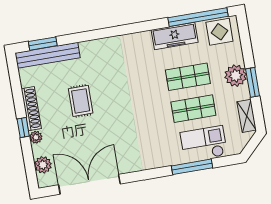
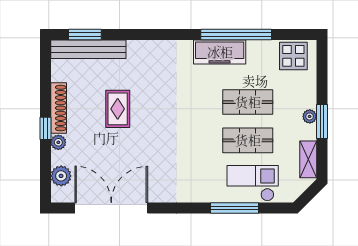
window: (198, 17) -> (236, 35), moved
freezer: (175, 36) -> (220, 52), moved
plant: (236, 76) -> (310, 116), width x0.53, depth x0.53

